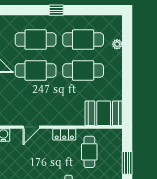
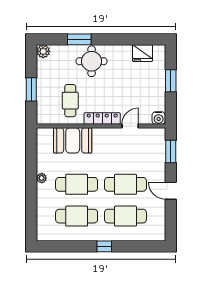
plant: (117, 44) -> (42, 178), moved
booth: (104, 113) -> (73, 140), moved
locker: (64, 134) -> (102, 119), width x1.53

